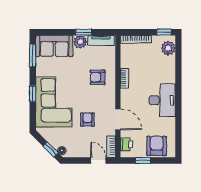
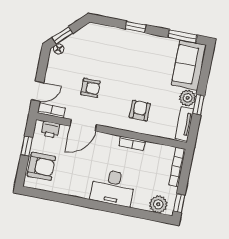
desk: (162, 100) -> (113, 188), moved
corner sofa: (54, 102) -> (120, 51), removed

